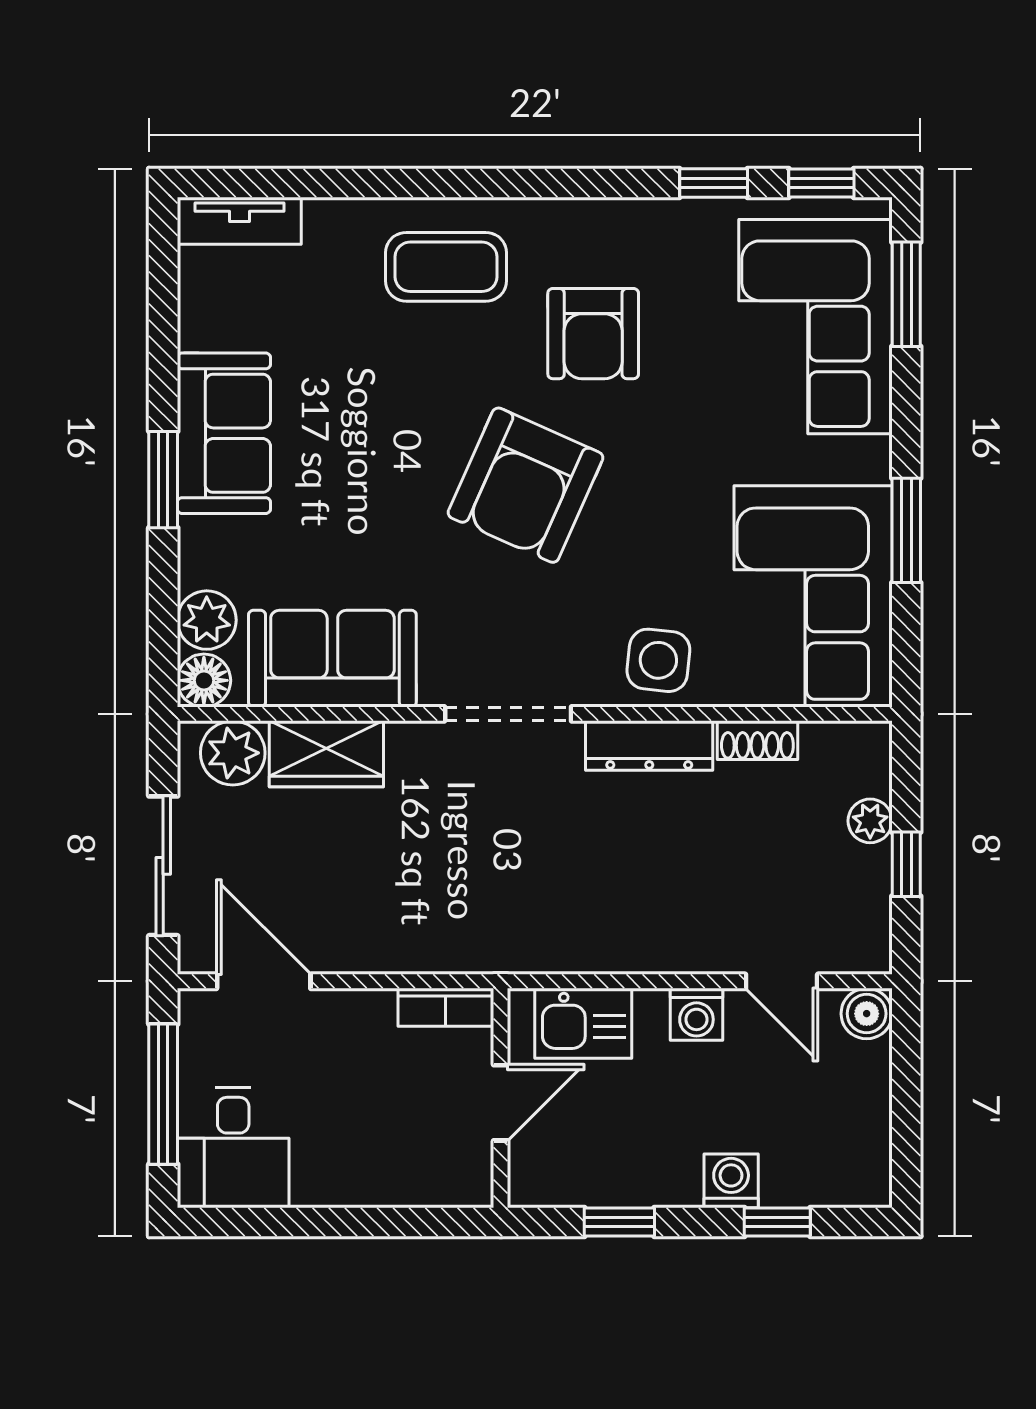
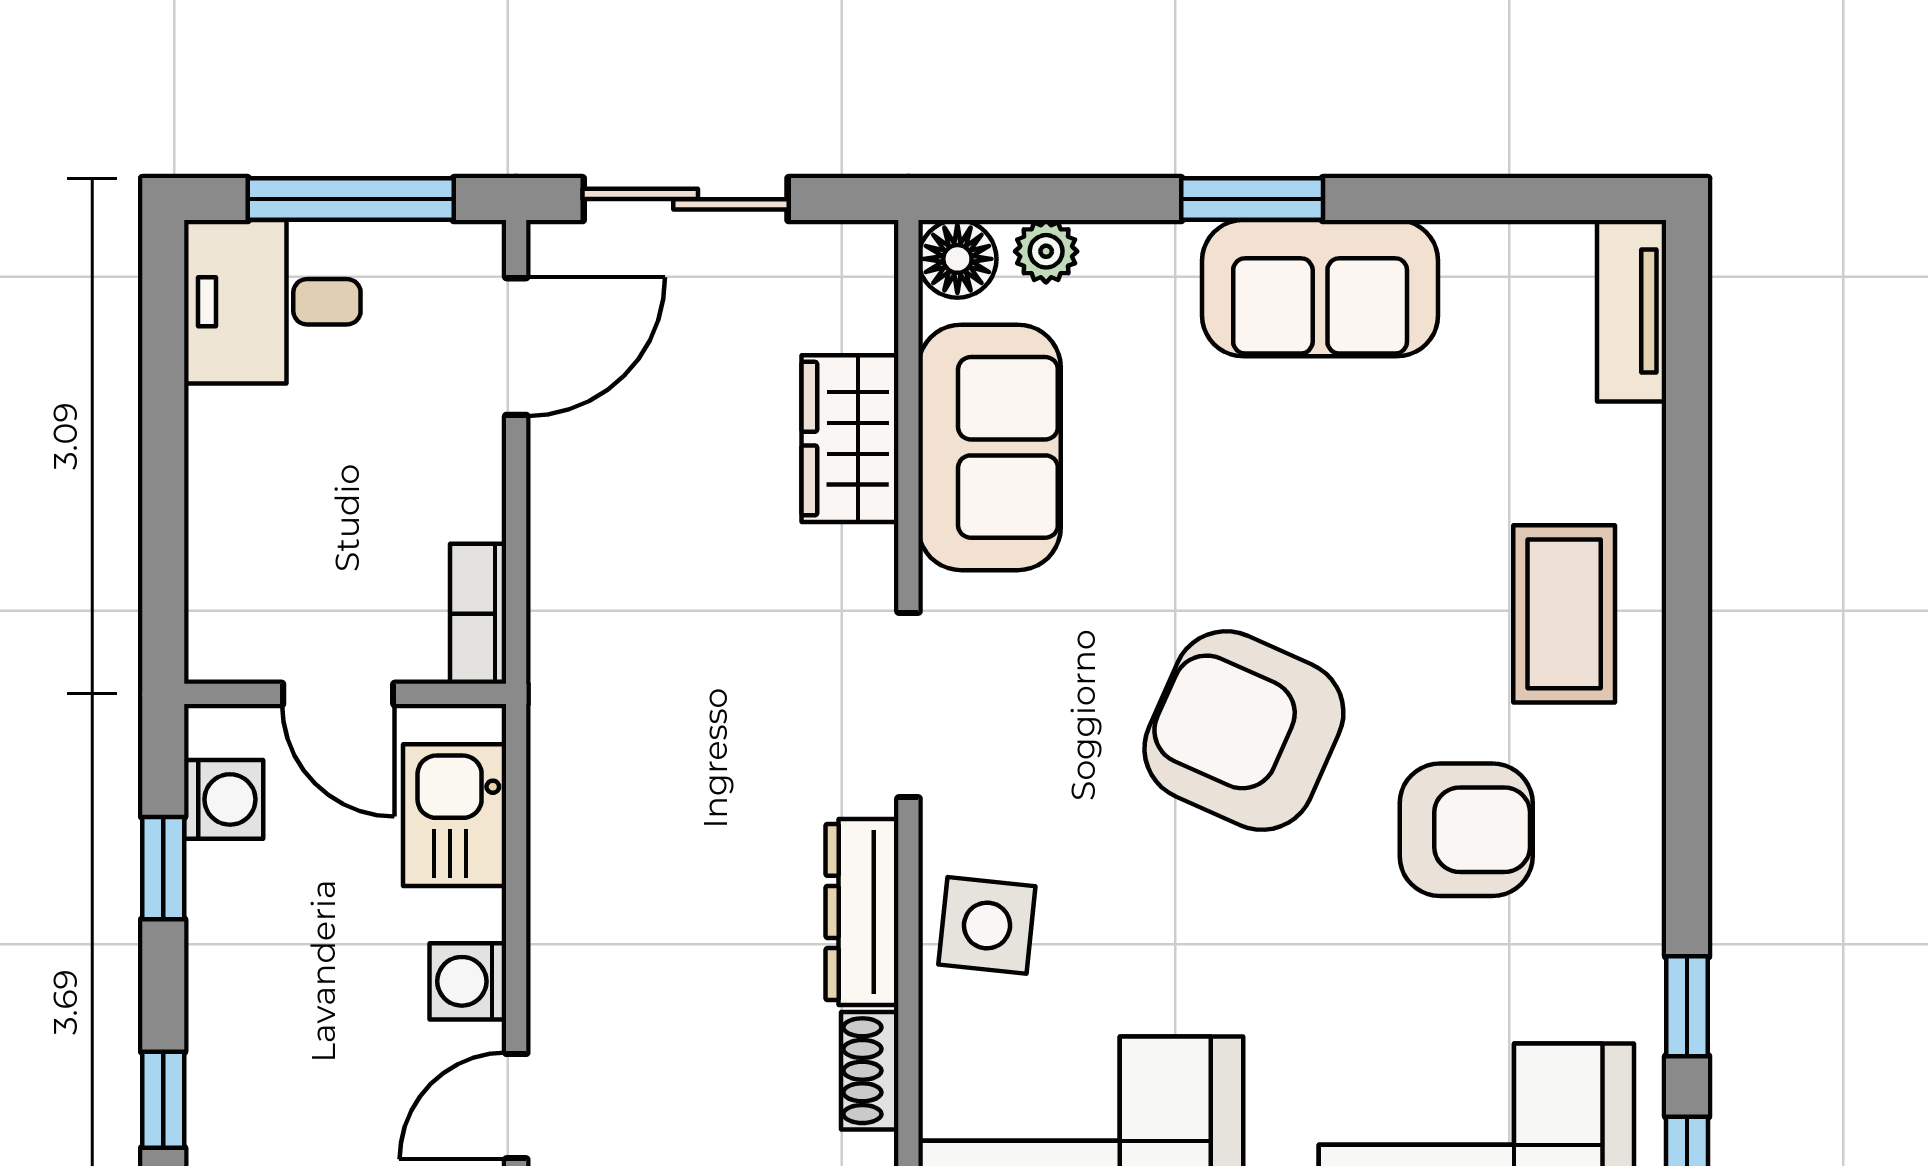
armchair: (593, 334) -> (1466, 830), turned 180
plant: (207, 620) -> (1046, 251), width x0.73, depth x0.73
plant: (233, 753) -> (851, 301), removed
washing machine: (731, 1181) -> (224, 799), moved

